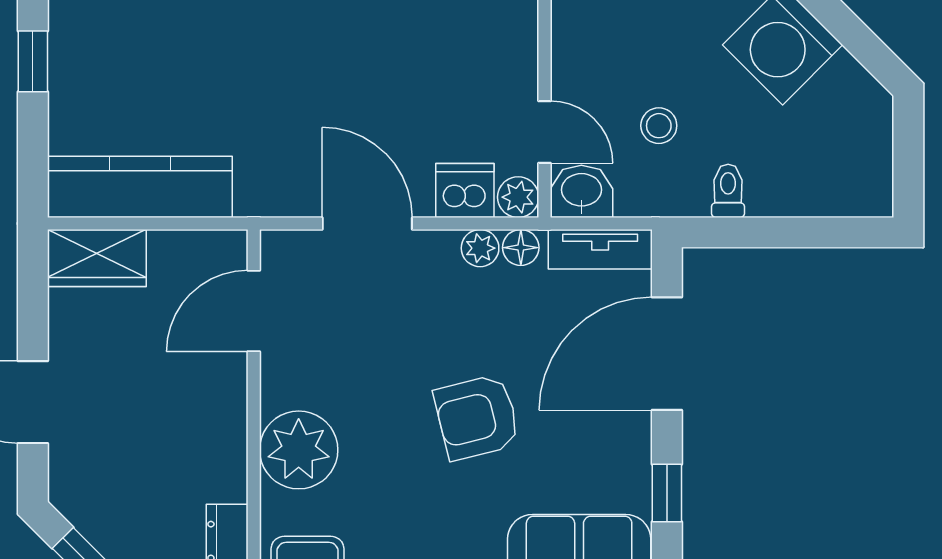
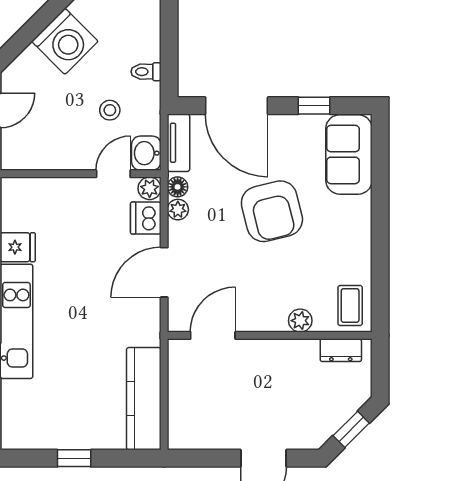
wardrobe: (97, 258) -> (183, 423), removed
door: (254, 311) -> (213, 335), swing flipped
armchair: (477, 417) -> (272, 211), width x1.36, depth x1.36
plant: (299, 450) -> (300, 321), width x0.53, depth x0.53

